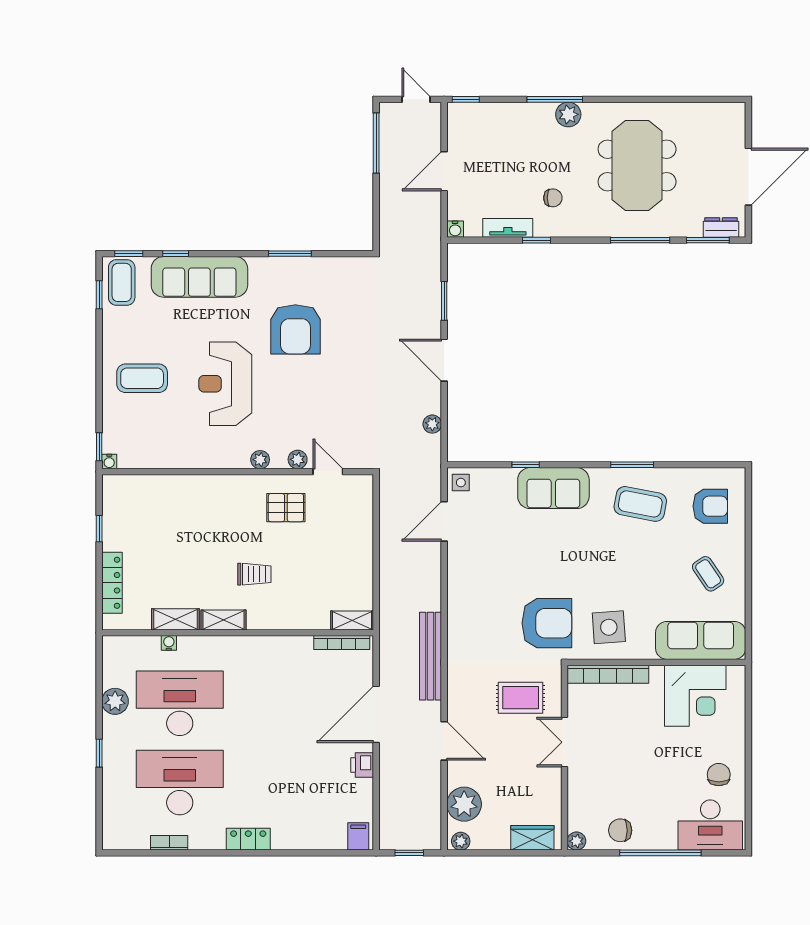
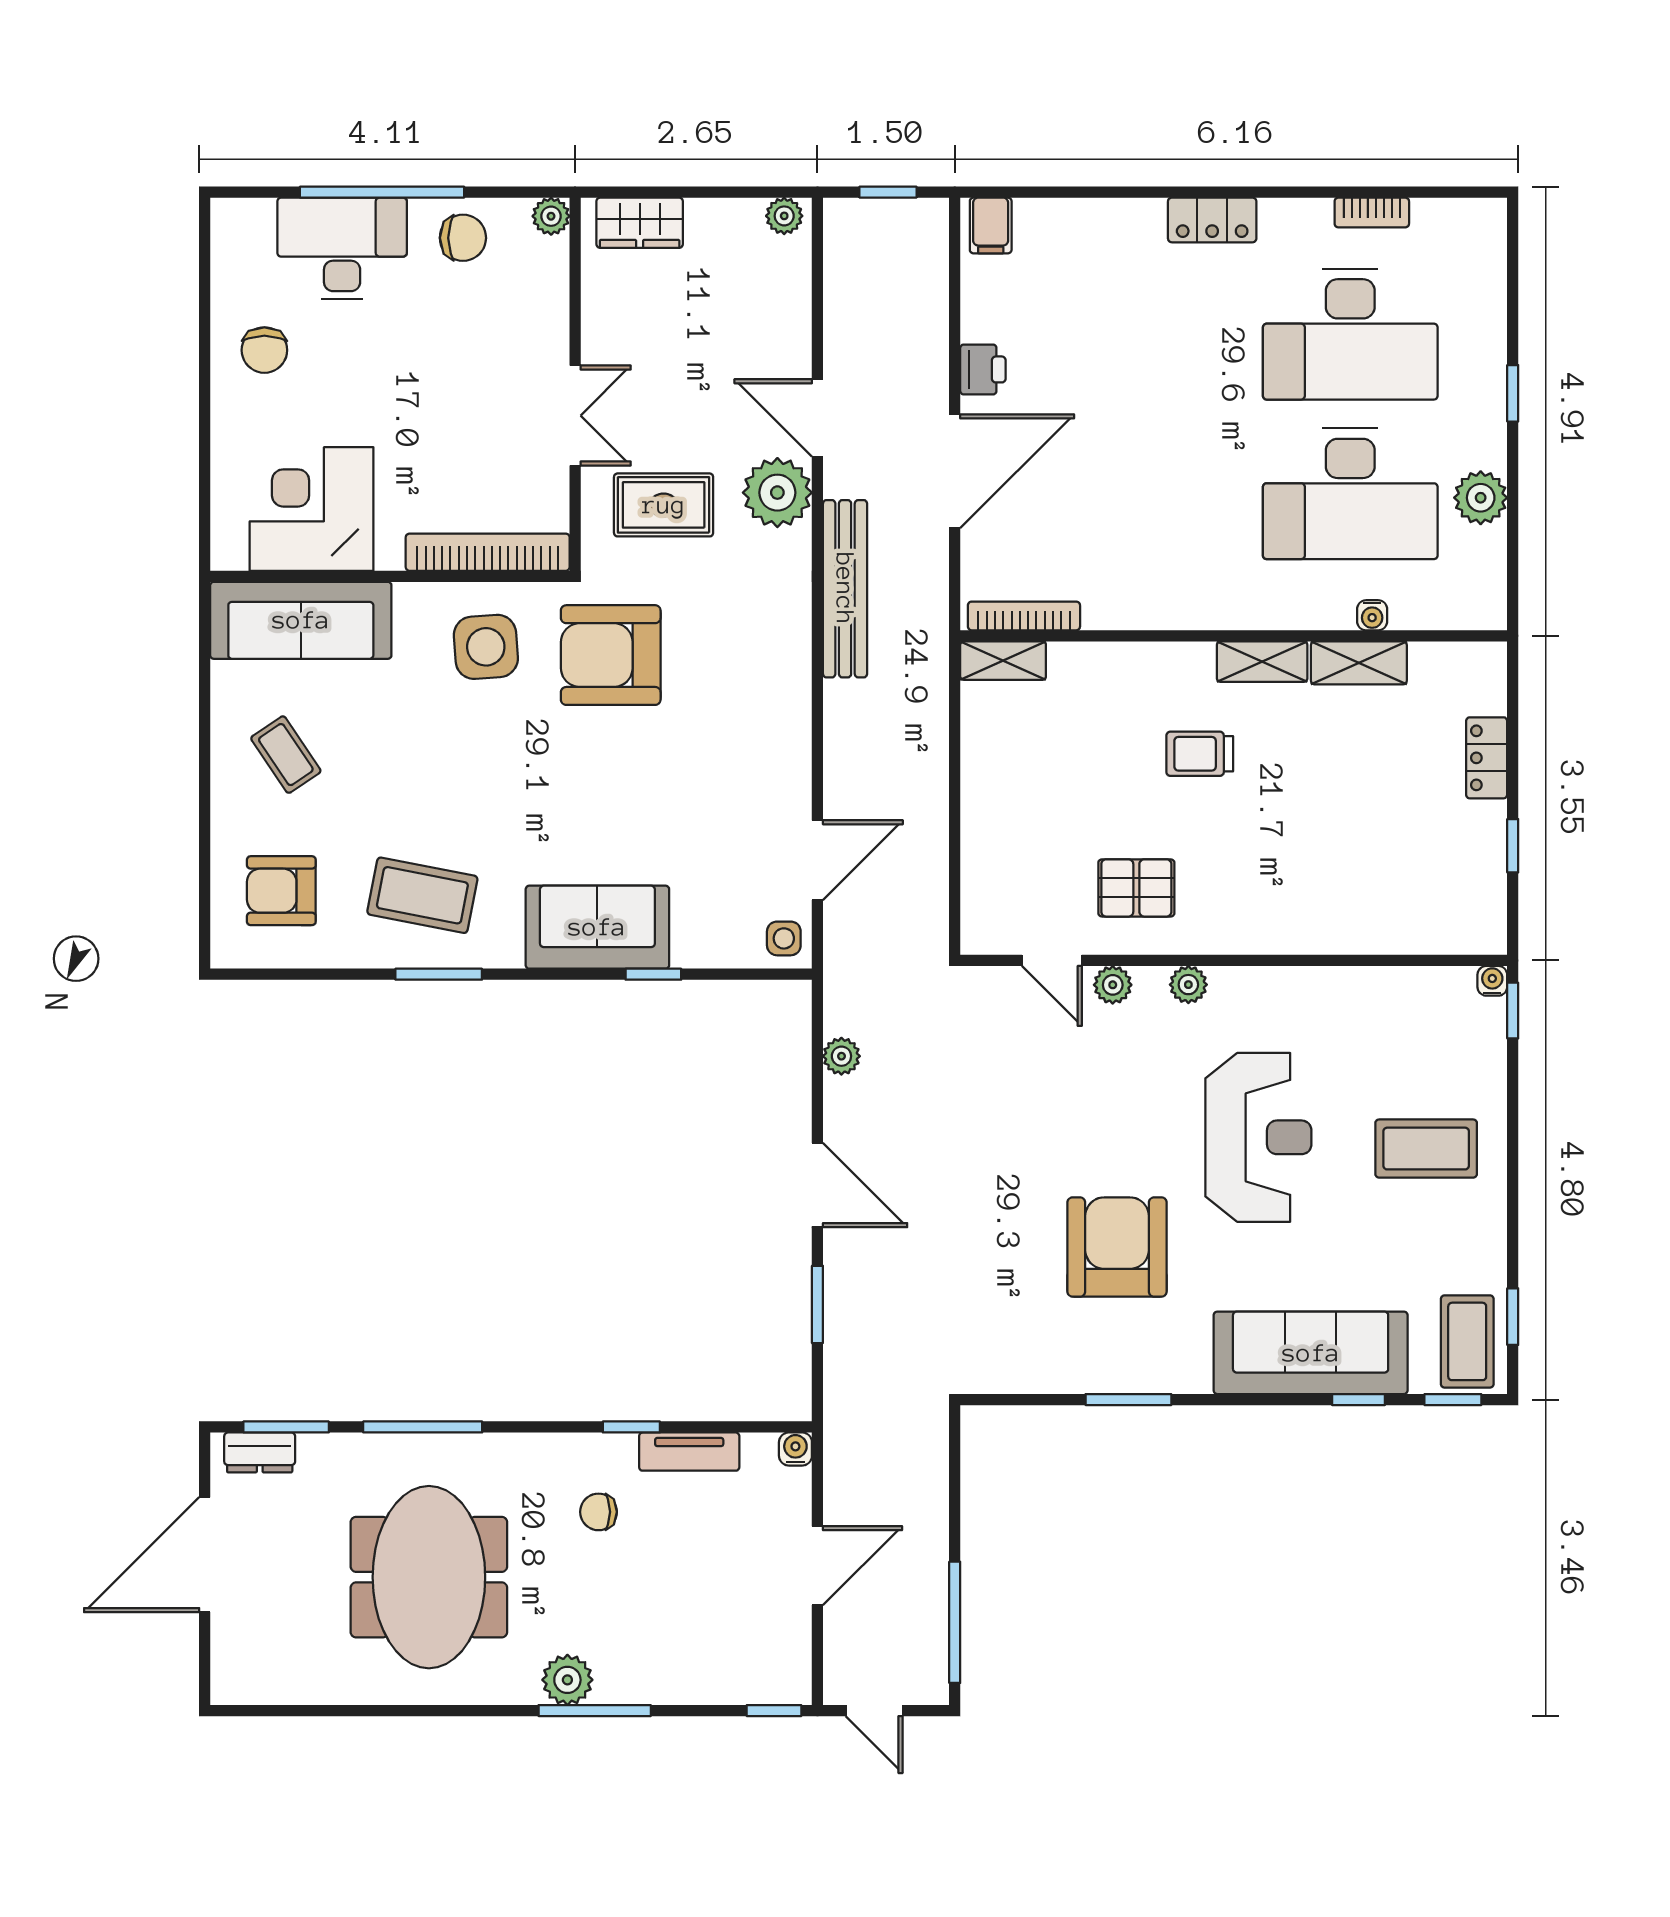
locker: (112, 583) -> (1487, 758), width x0.66
plant: (464, 804) -> (777, 493), moved
desk: (710, 825) -> (342, 248), moved

